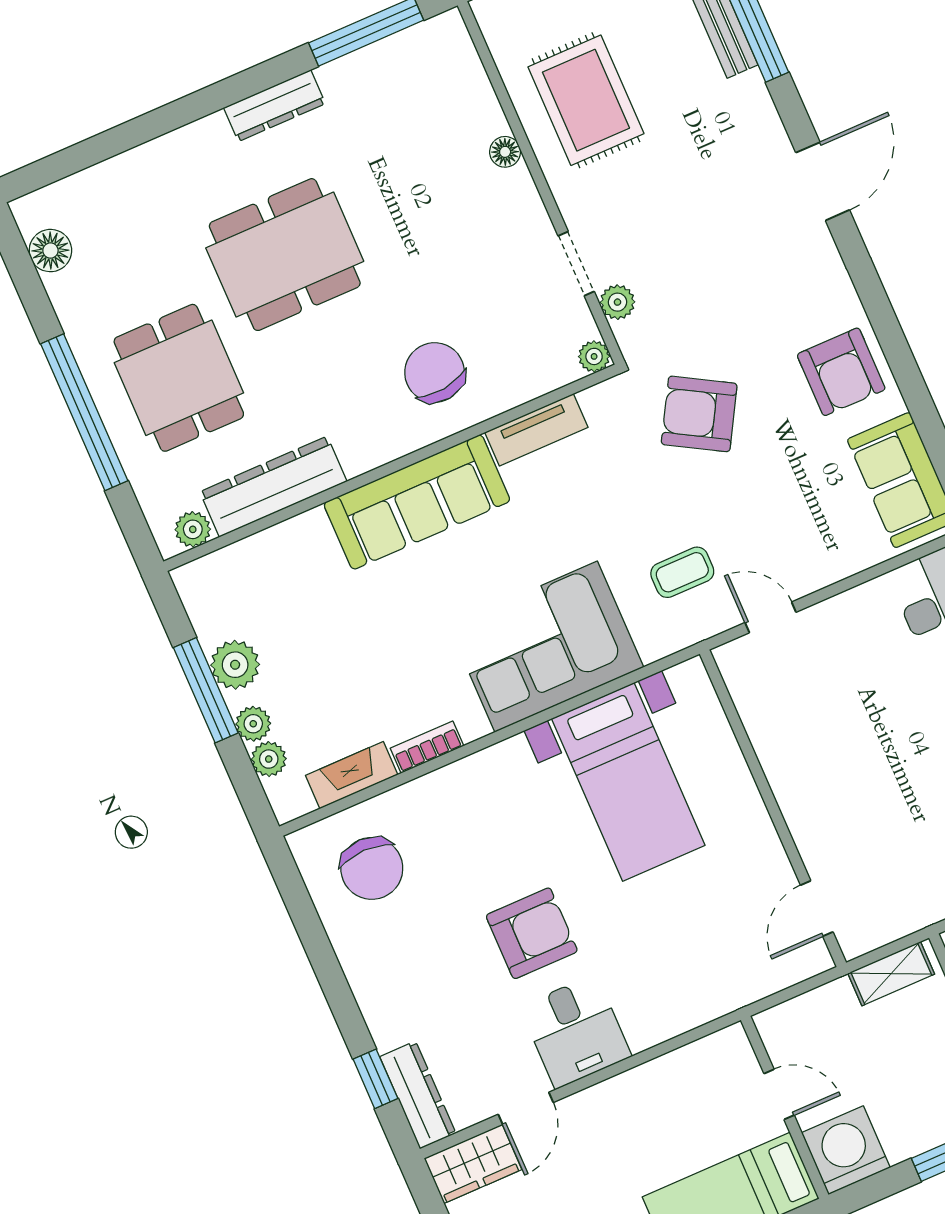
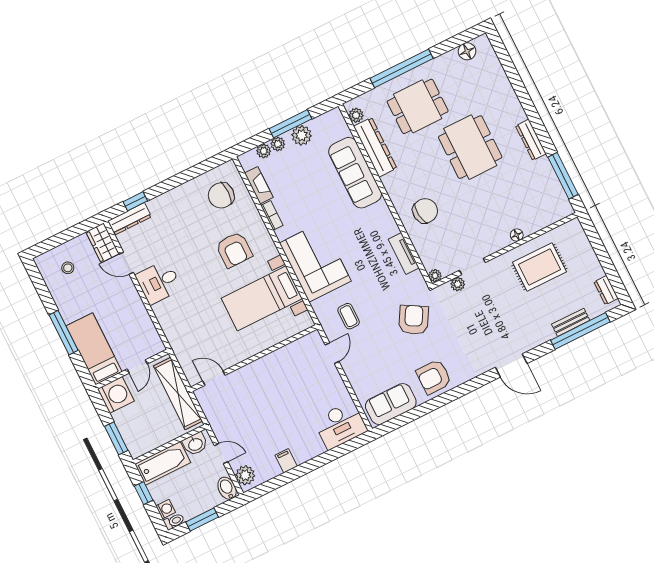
sofa: (417, 502) -> (355, 173), moved
armchair: (532, 933) -> (234, 250), moved
shelving: (891, 974) -> (178, 393), width x2.20, depth x1.33

